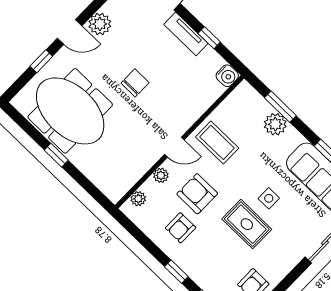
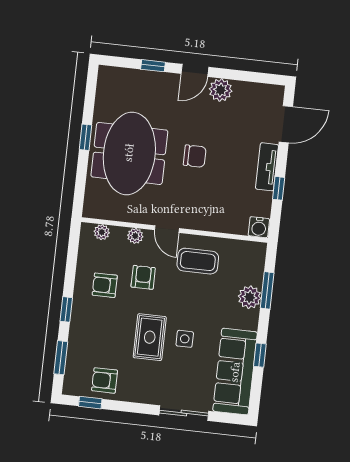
door: (70, 32) -> (195, 70), hinge flipped
meeting table: (70, 111) -> (129, 153), moved
coffee table: (217, 142) -> (198, 261), turned 90
armchair: (197, 194) -> (143, 277), width x0.72, depth x0.72

